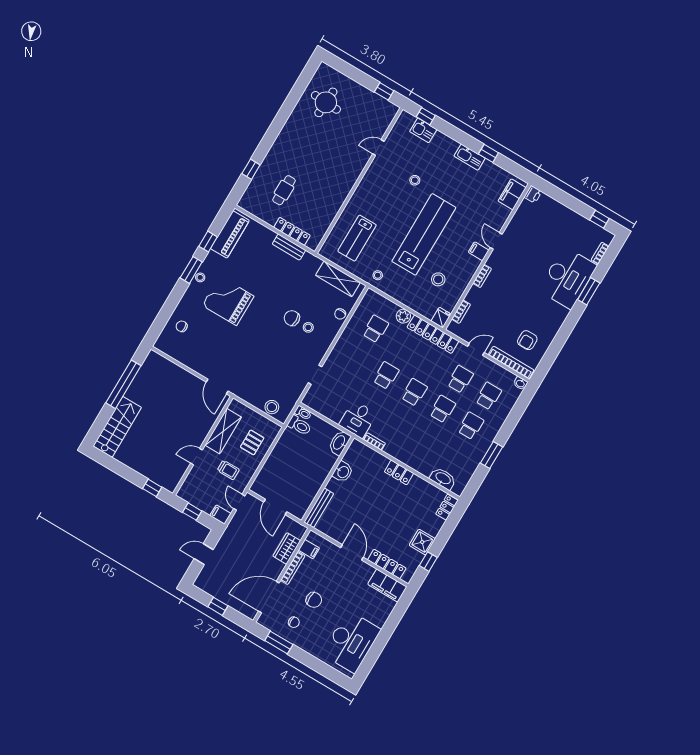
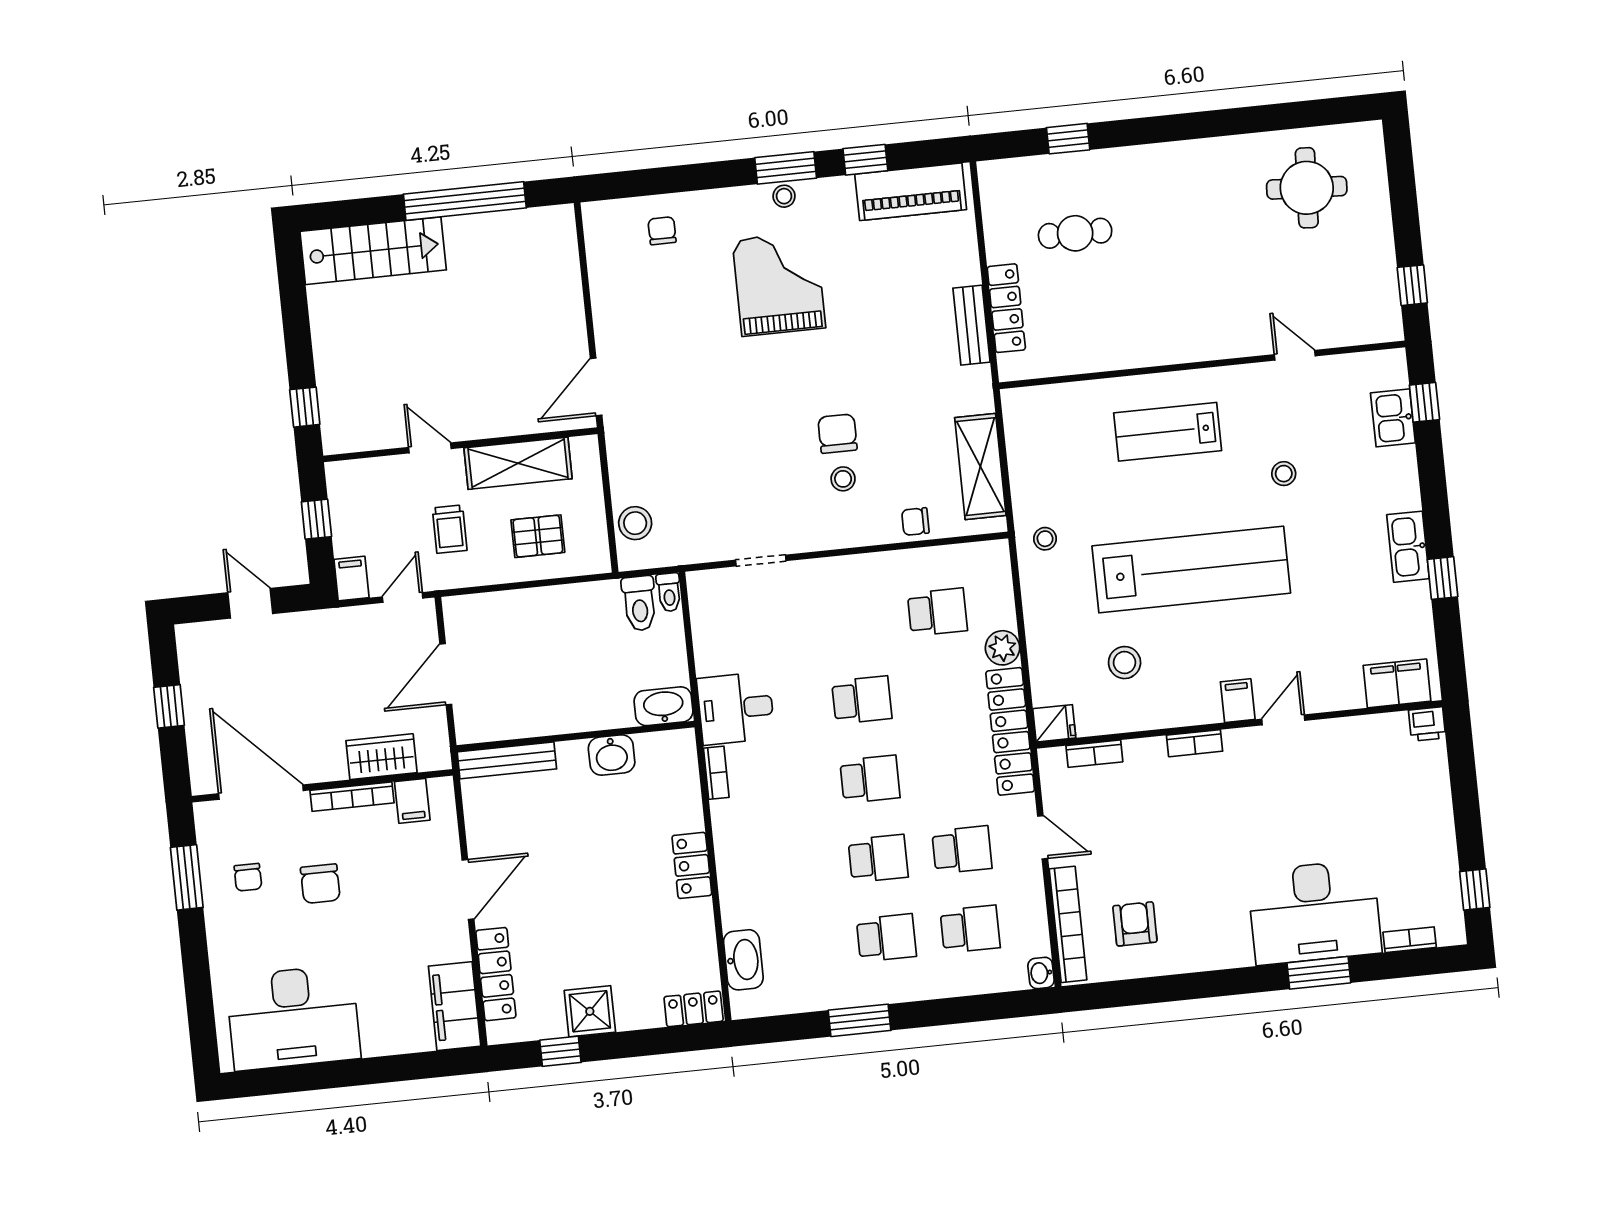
lab bench: (357, 238) -> (1168, 432), moved
armchair: (527, 340) -> (1135, 924), turned 90

